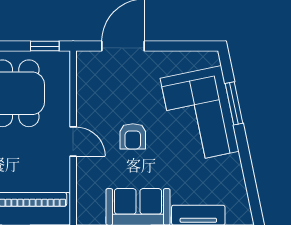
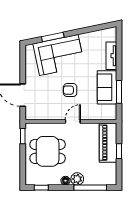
armchair: (133, 136) -> (70, 90), turned 180

